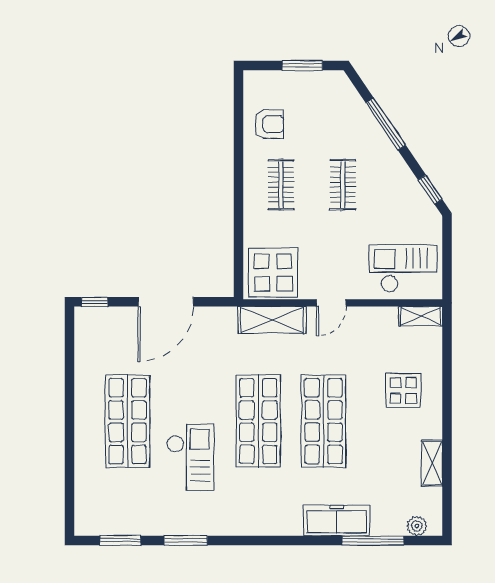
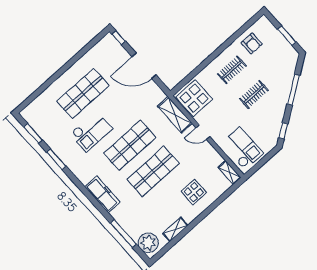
freezer: (337, 520) -> (102, 194), moved
plant: (417, 526) -> (148, 243), width x1.88, depth x1.88

